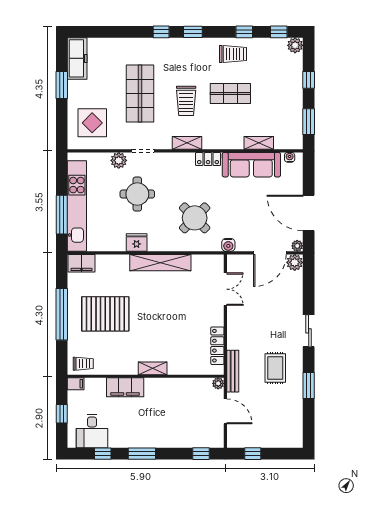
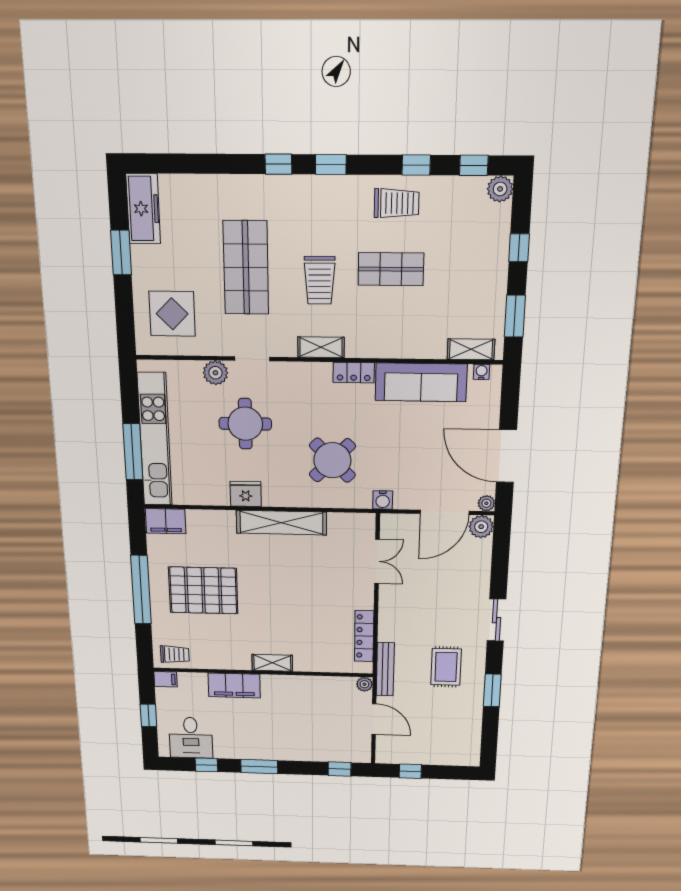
shelving: (259, 143) -> (471, 349), moved

